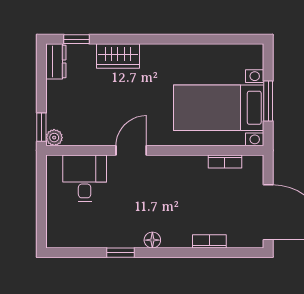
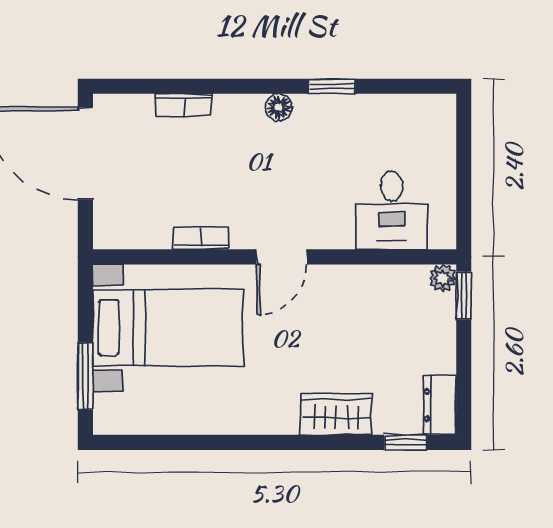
window: (268, 101) -> (85, 376), moved
door: (131, 150) -> (282, 257), moved
bookcase: (225, 161) -> (201, 238), moved

